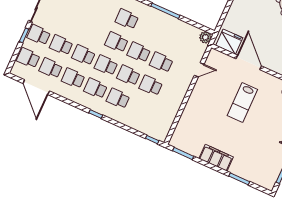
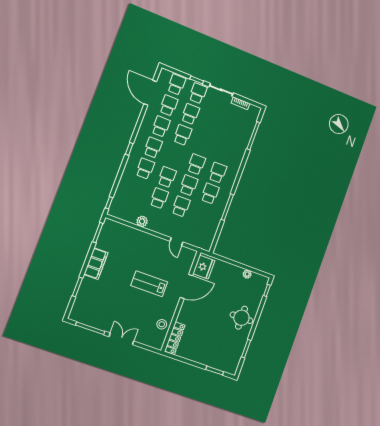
plant: (205, 37) -> (142, 221), moved
school desk: (106, 65) -> (210, 194), moved
door: (36, 87) -> (150, 93), hinge flipped

